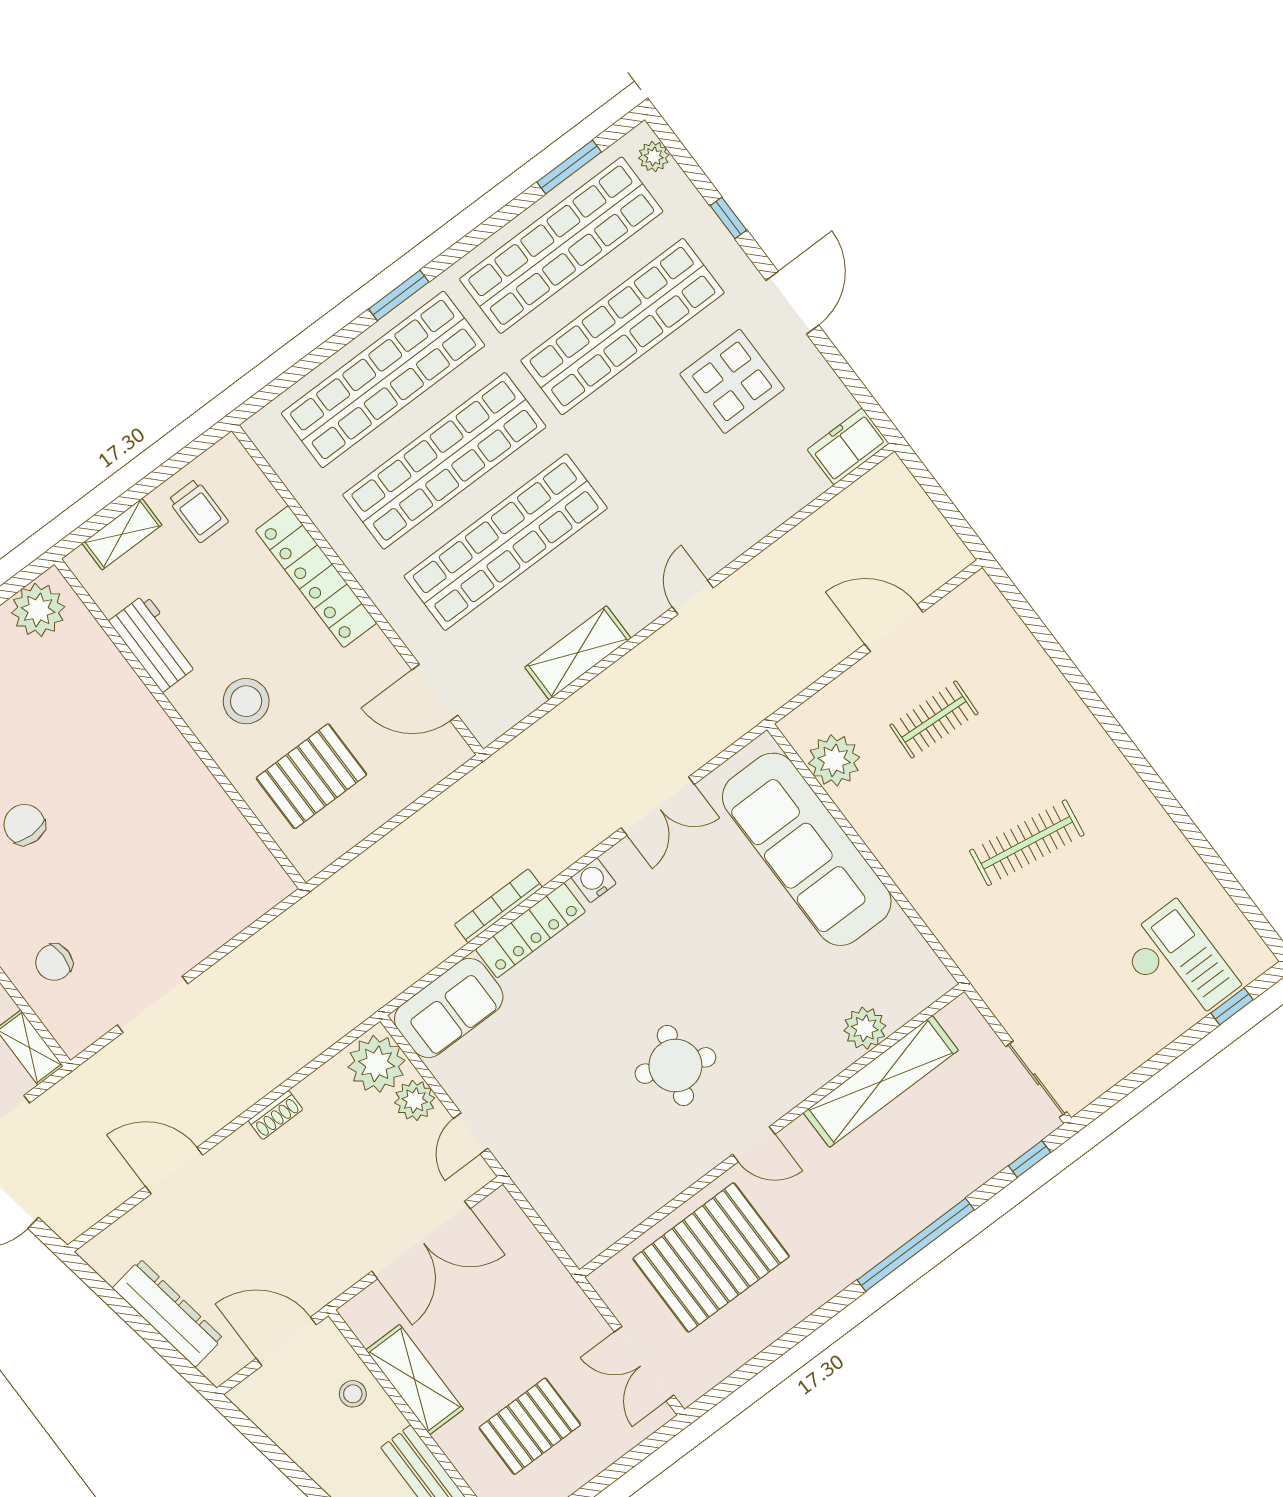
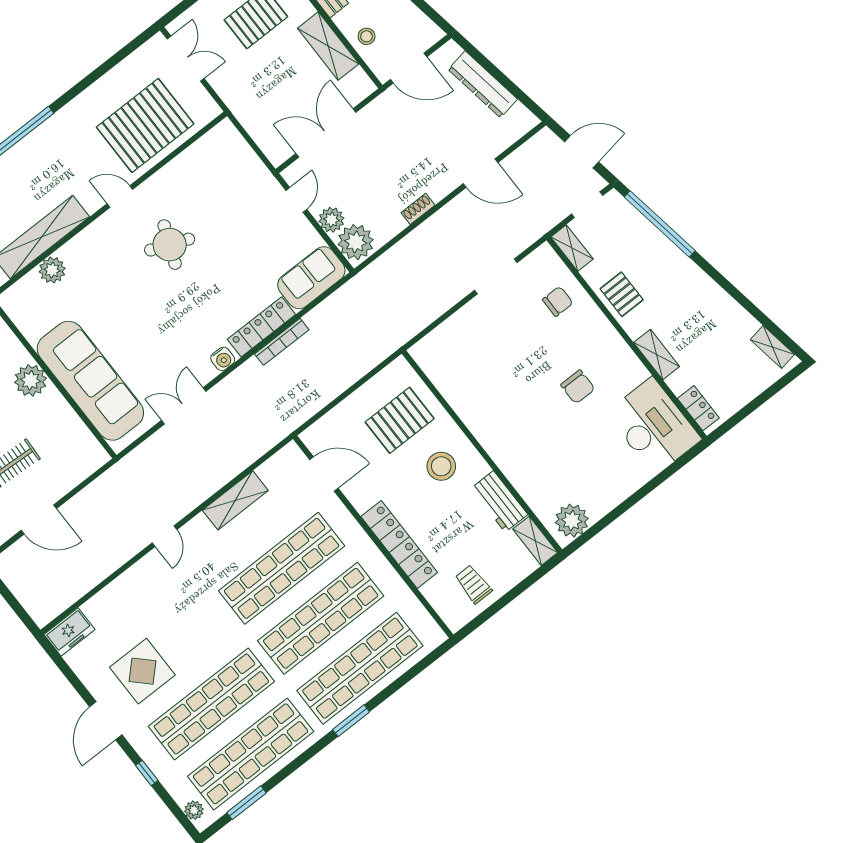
shelving: (122, 534) -> (535, 541), moved, turned 90
plant: (834, 760) -> (31, 380), moved

